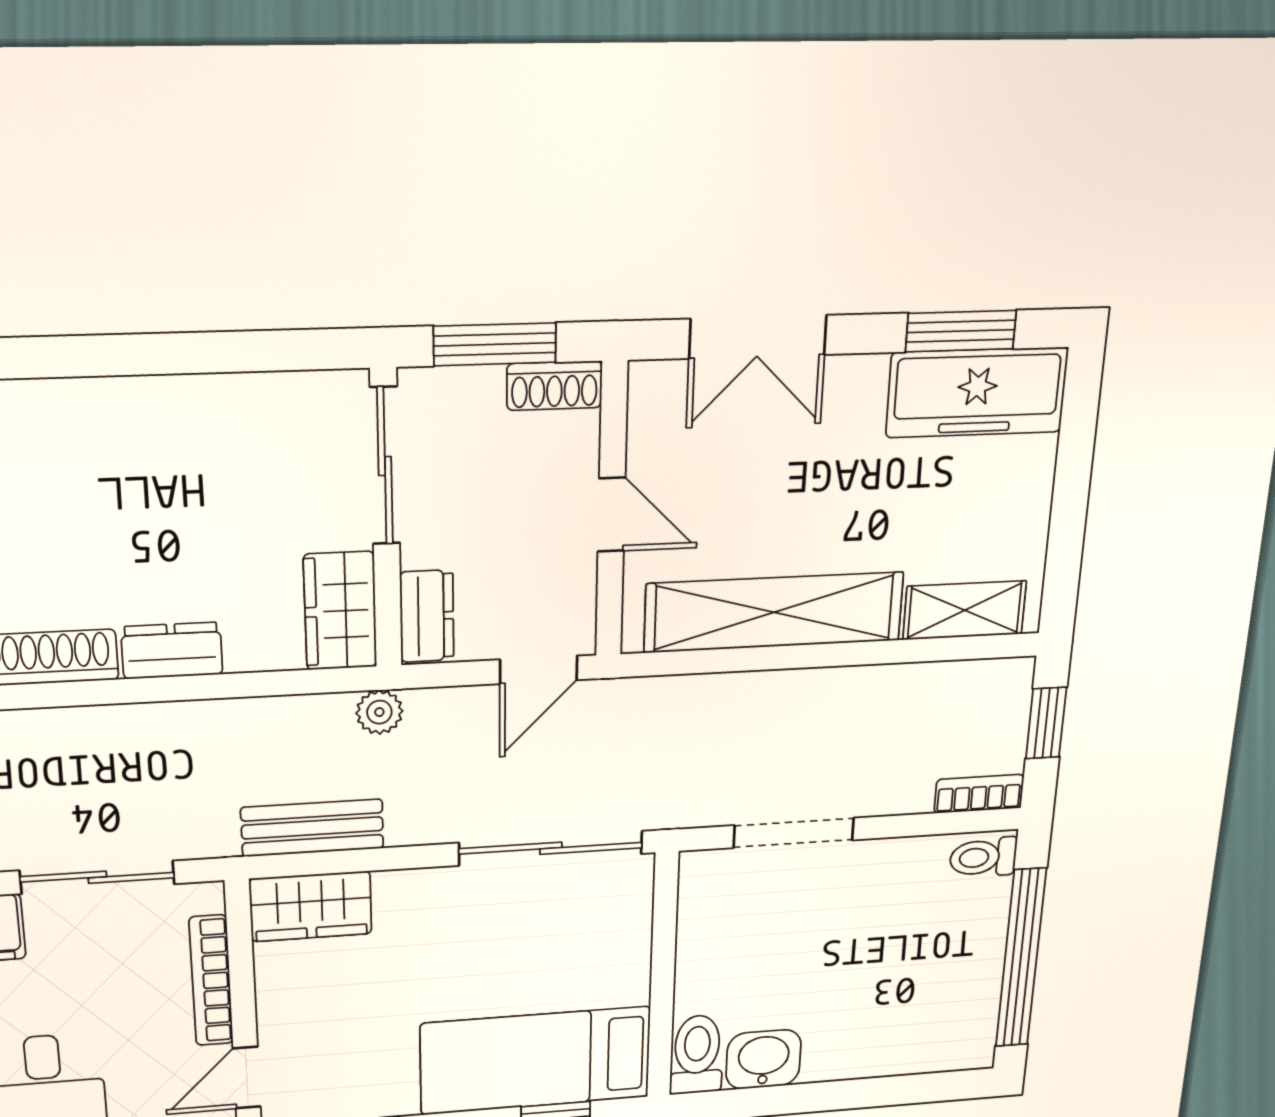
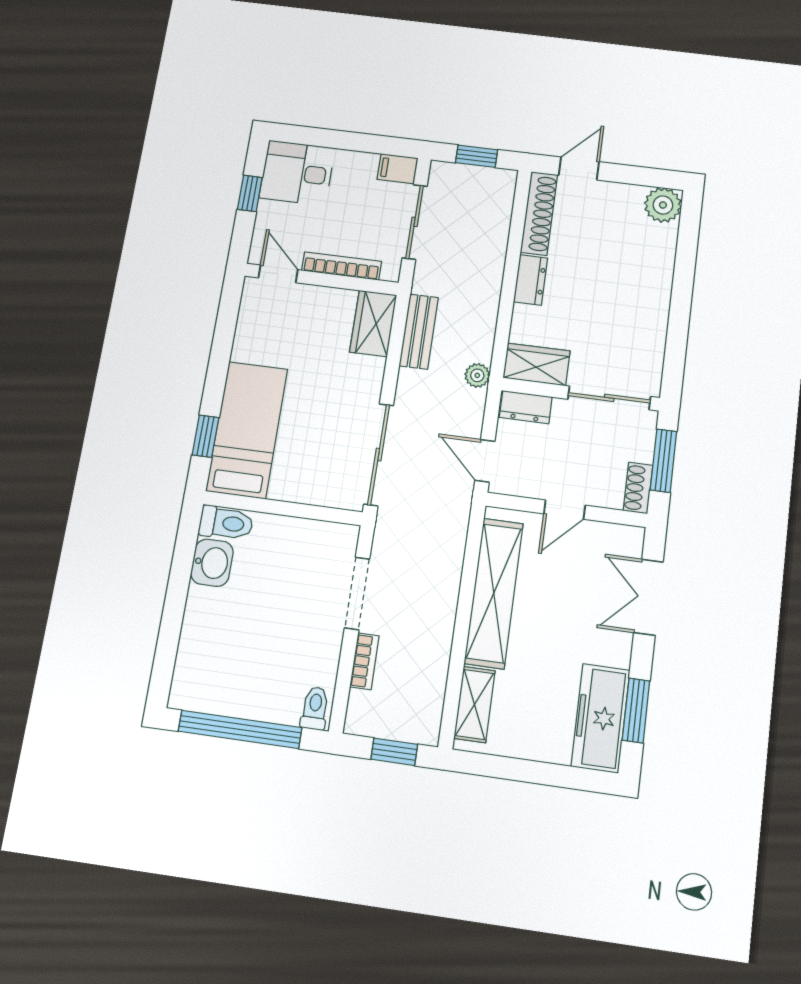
bookcase: (979, 794) -> (364, 661), moved

